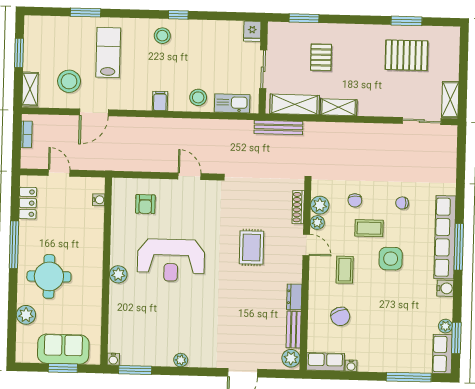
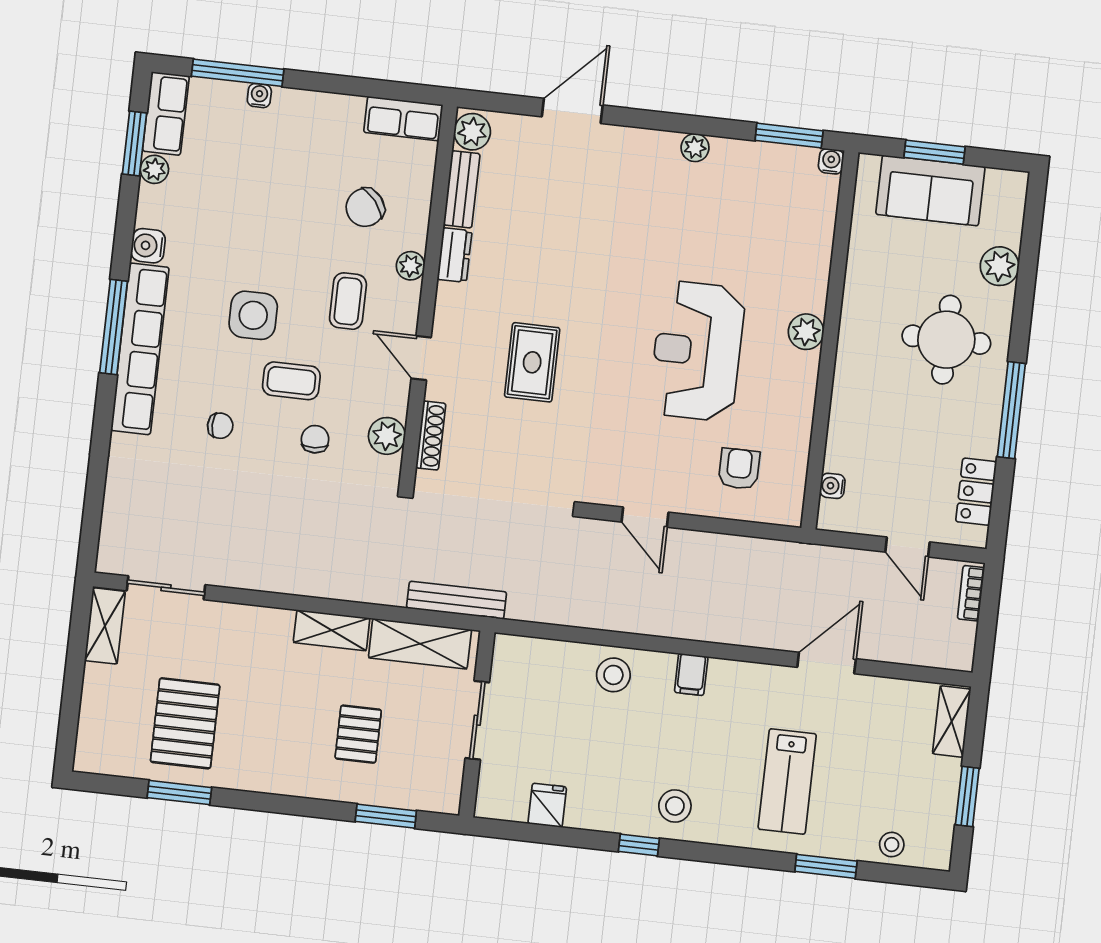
fridge: (252, 31) -> (547, 805), moved
pallet: (407, 55) -> (185, 723), turned 90
stool: (69, 81) -> (892, 845), moved, width x0.53, depth x0.53
kitchen sink: (232, 103) -> (546, 657), removed
bookcase: (26, 134) -> (971, 593), moved
plant: (317, 222) -> (410, 266), moved
reception desk: (171, 260) -> (697, 351), turned -90
chair: (340, 316) -> (365, 207), turned -108
water cooler: (351, 366) -> (259, 96), moved

